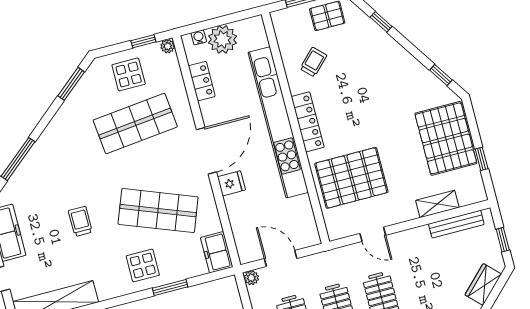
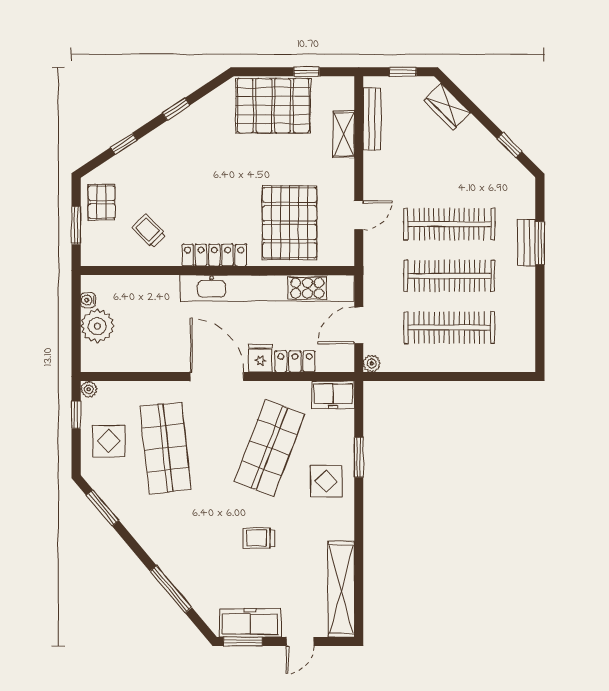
water cooler: (199, 37) -> (88, 300), moved
window: (441, 75) -> (176, 109), moved
locker: (202, 81) -> (295, 361), moved
kitchen unit: (278, 122) -> (267, 288), moved

